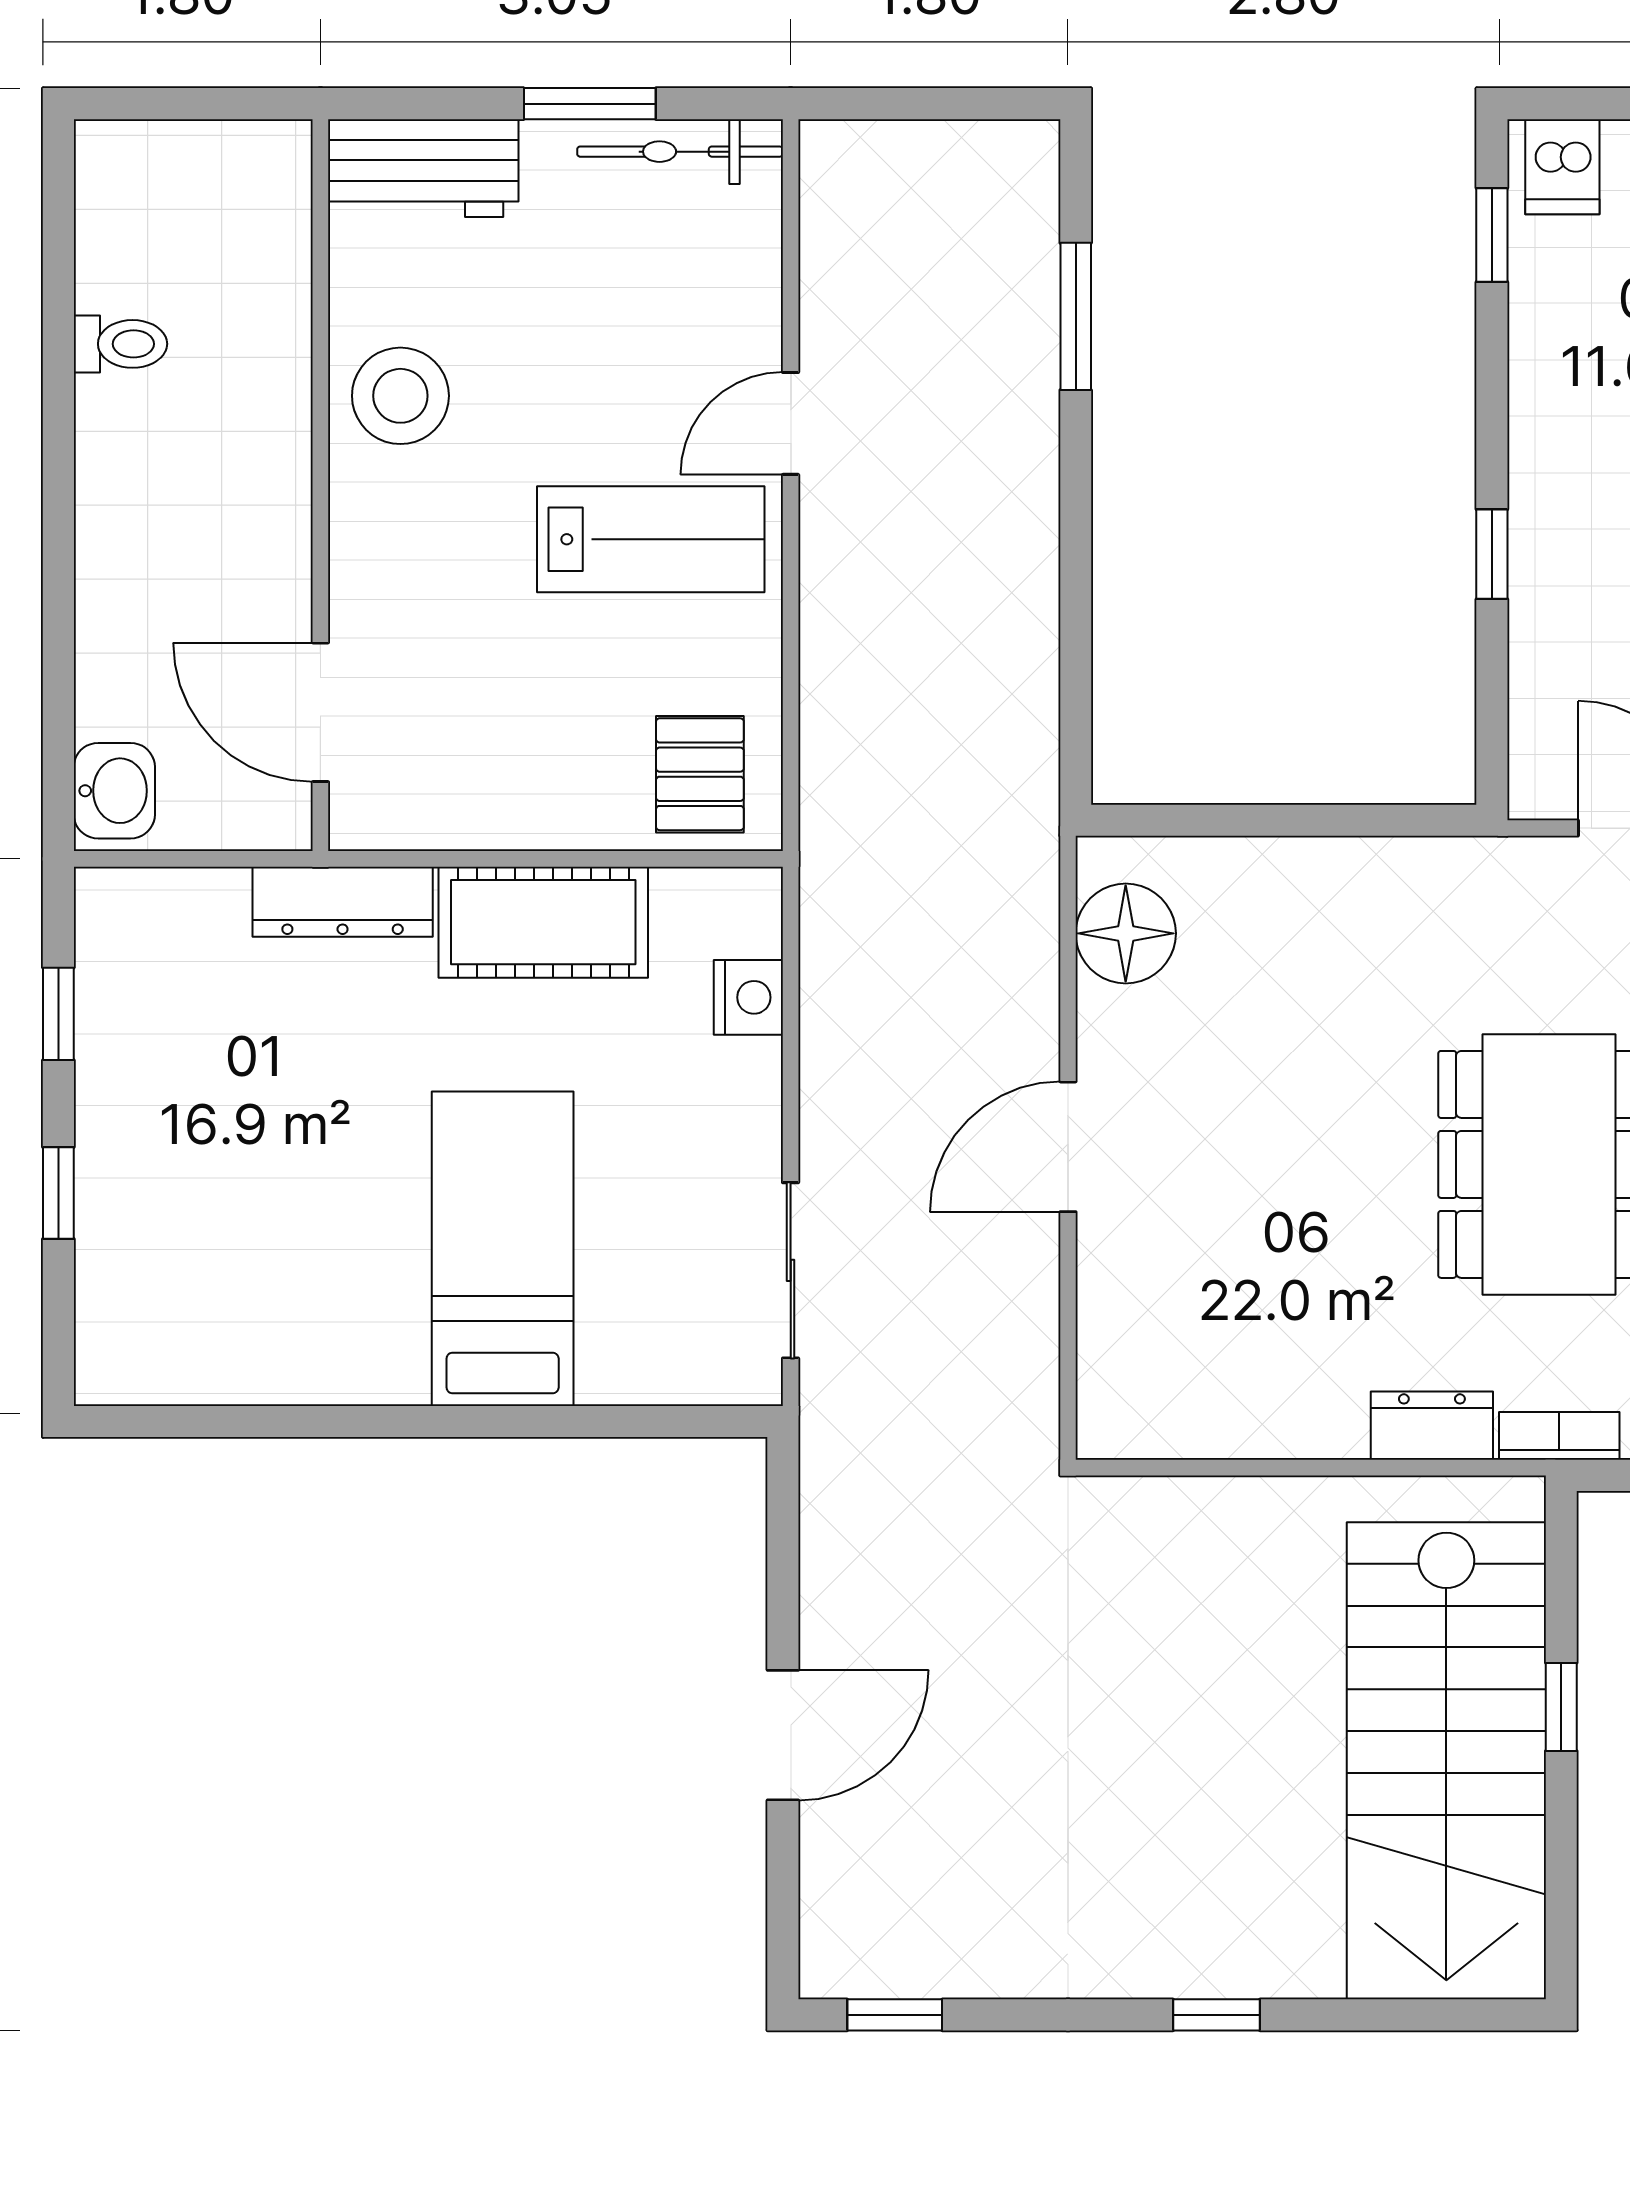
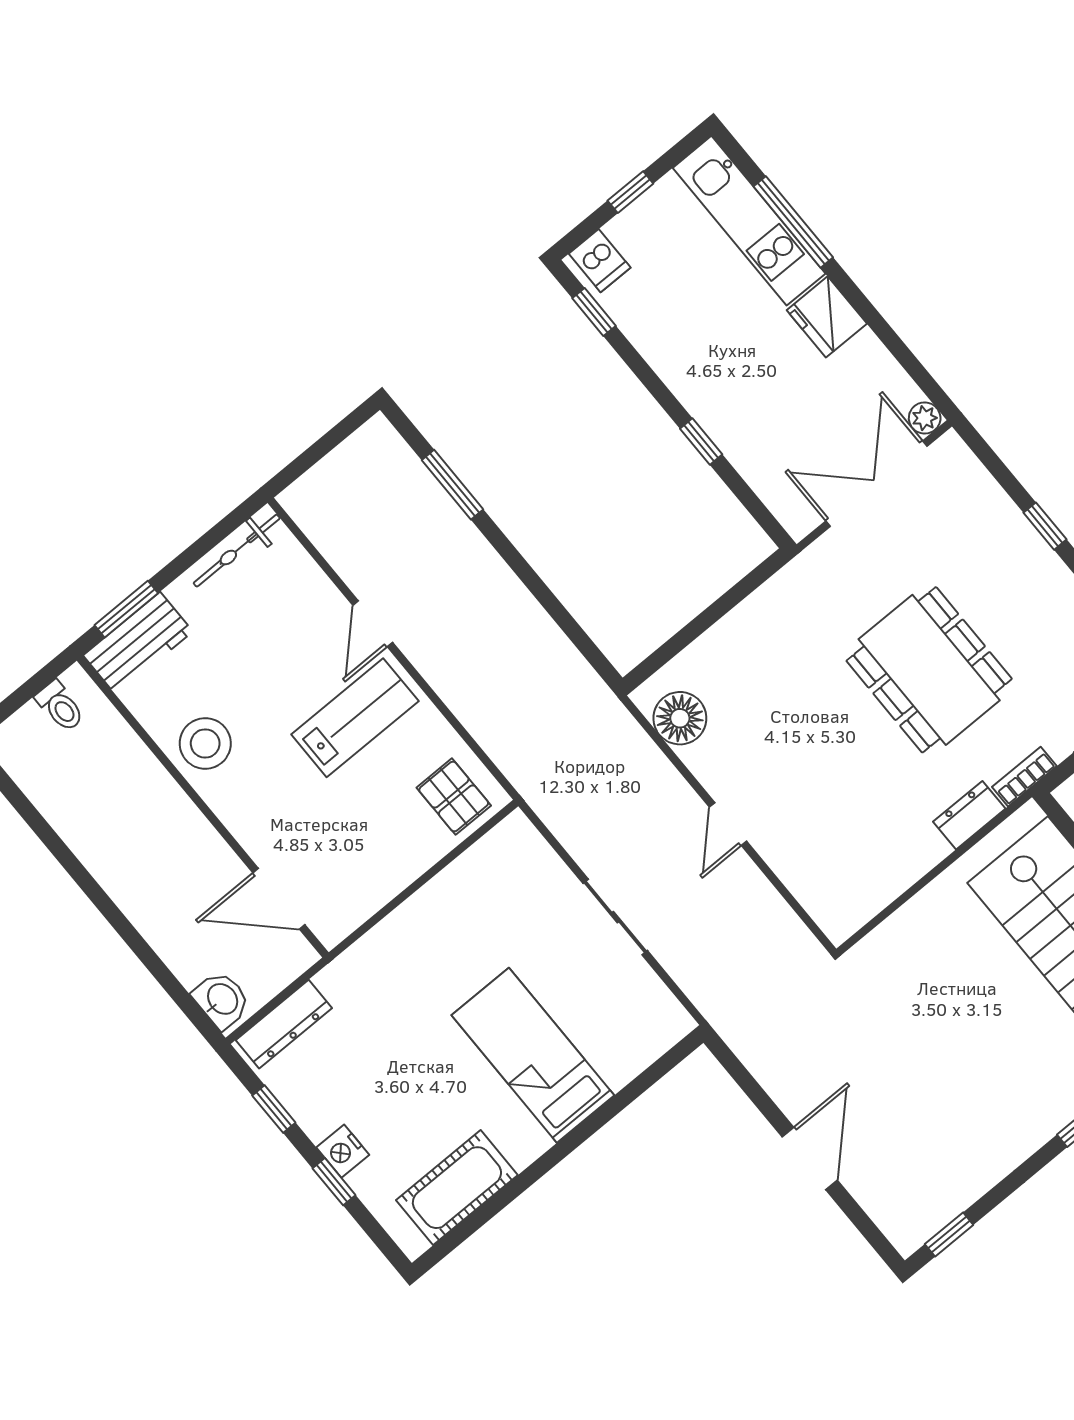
window: (590, 104) -> (126, 609), moved
toilet: (120, 344) -> (60, 706), moved, turned 90
dresser: (343, 902) -> (284, 1024), moved
cot: (543, 922) -> (457, 1188), moved
nightstand: (748, 997) -> (343, 1151), moved, turned 180
door: (1068, 1147) -> (728, 824), width x0.73
sliding door: (791, 1270) -> (615, 917), moved

